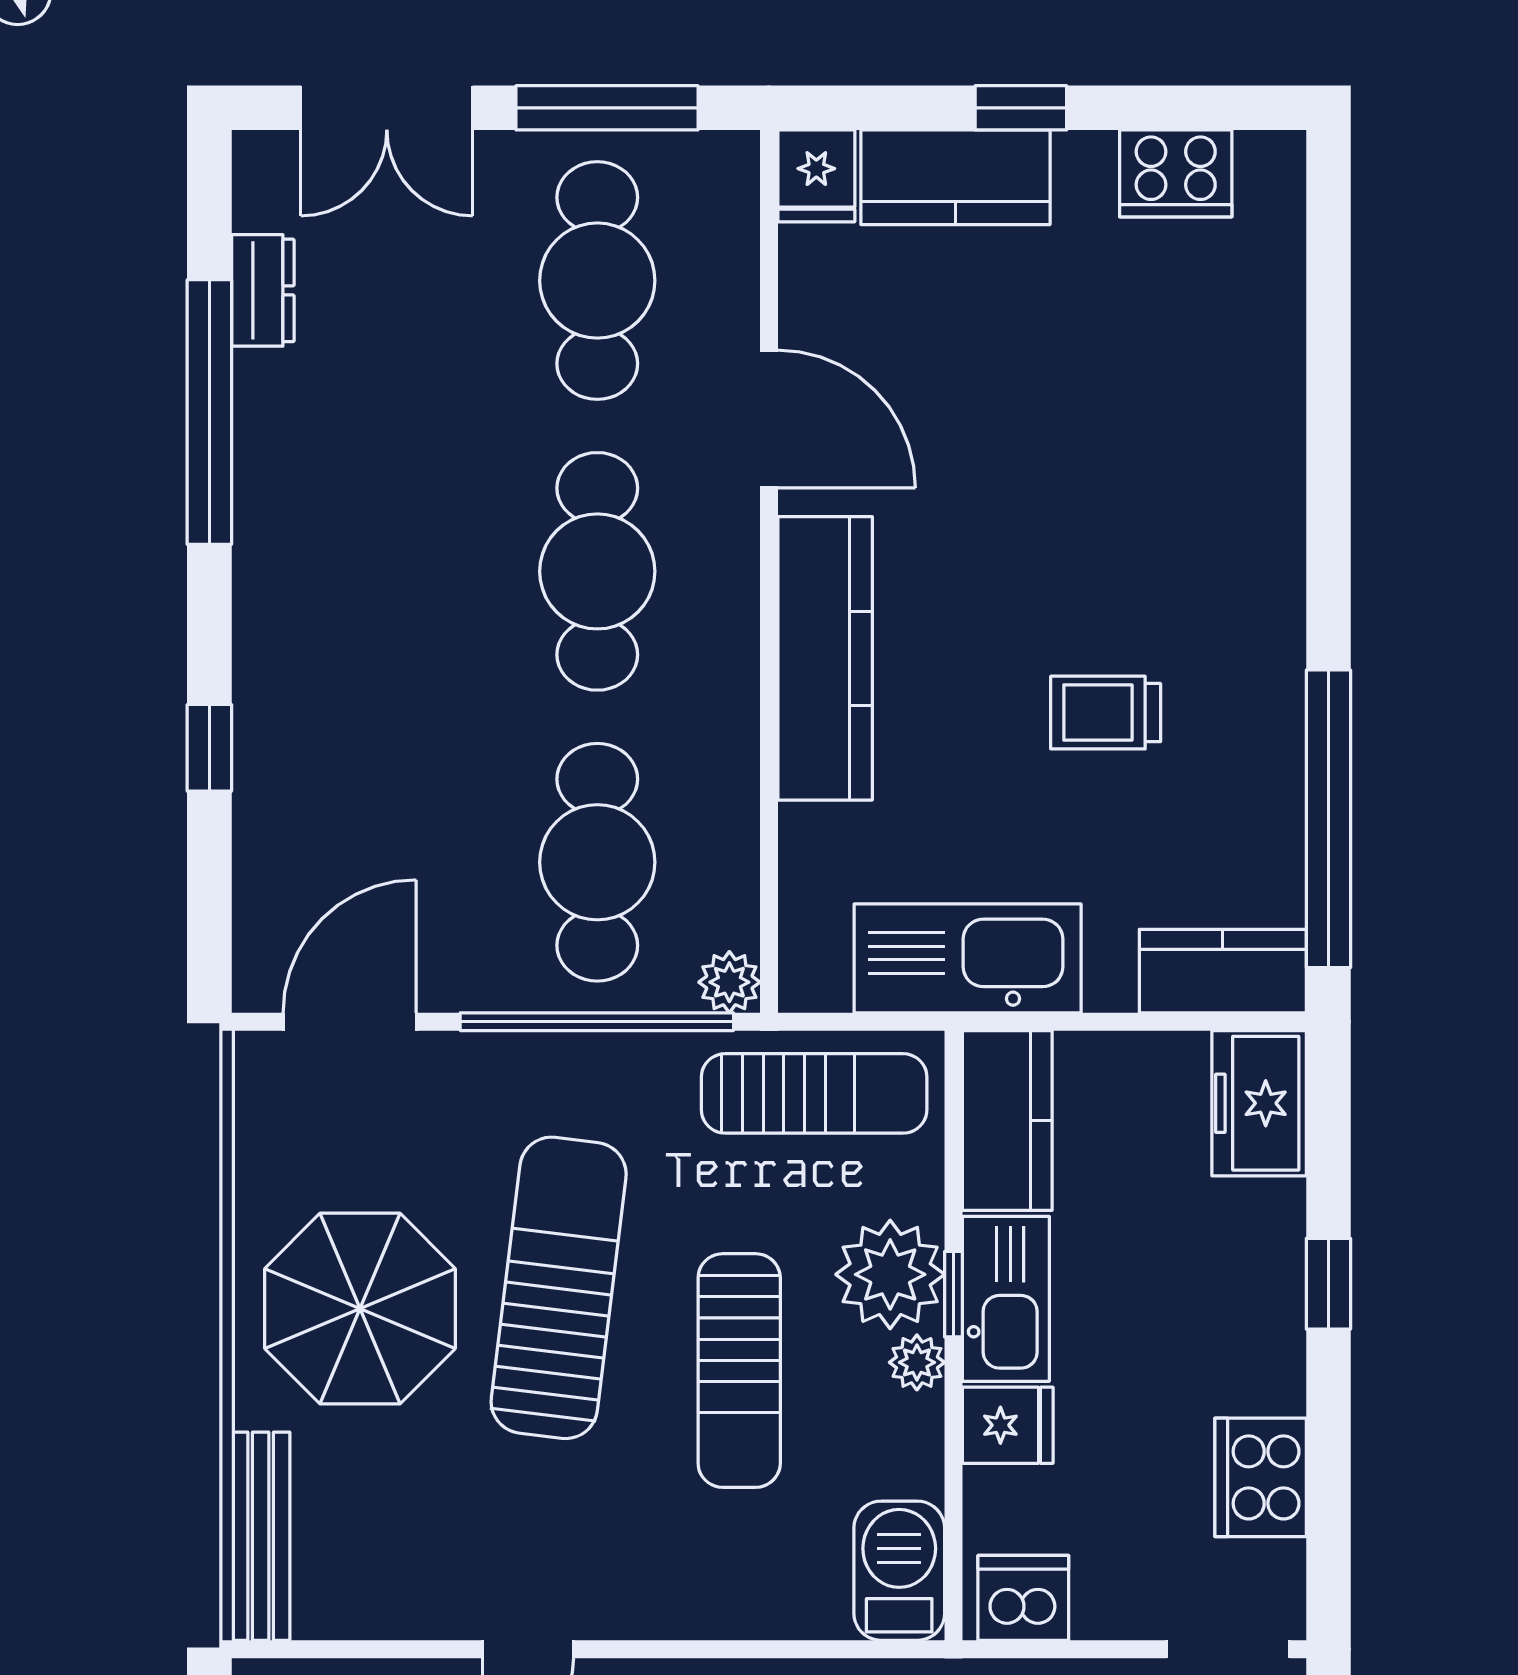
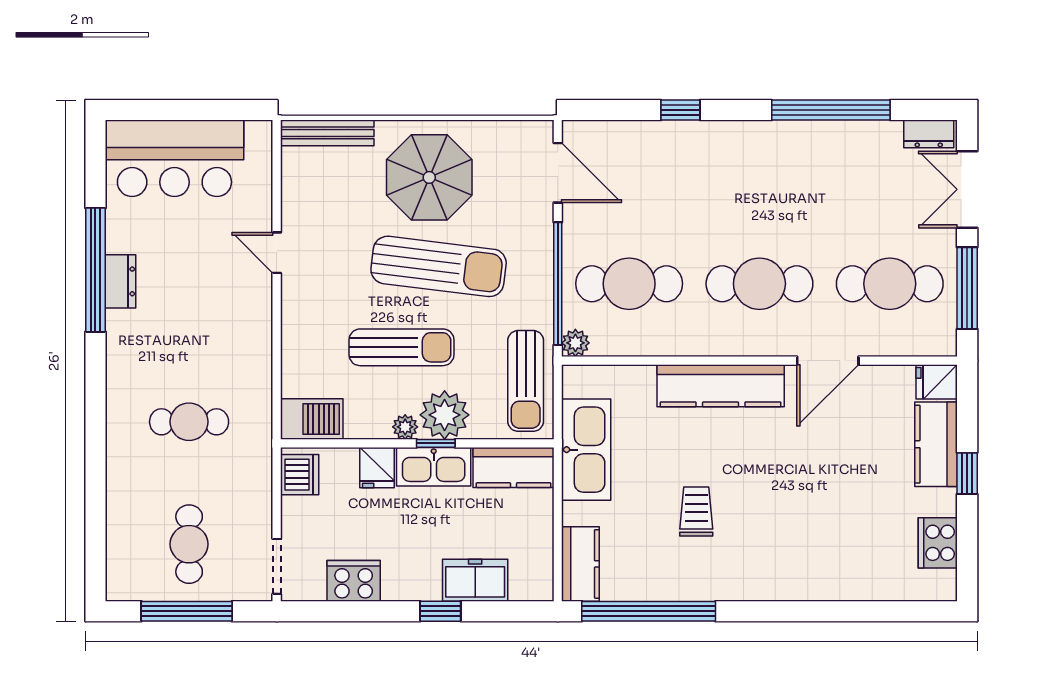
dresser: (263, 290) -> (929, 134), moved
freezer: (1259, 1103) -> (475, 580), moved
sun lounger: (739, 1371) -> (401, 347), turned 180

